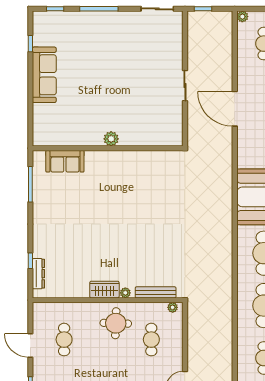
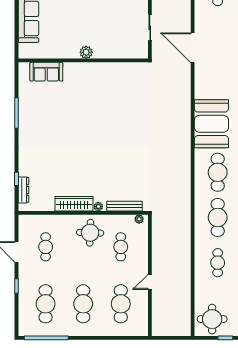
plant: (111, 139) -> (86, 52), moved
wall: (108, 148) -> (83, 60), moved
sofa: (65, 161) -> (46, 72), moved
wardrobe: (104, 290) -> (74, 204), width x1.50

